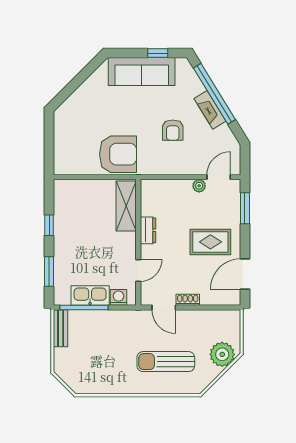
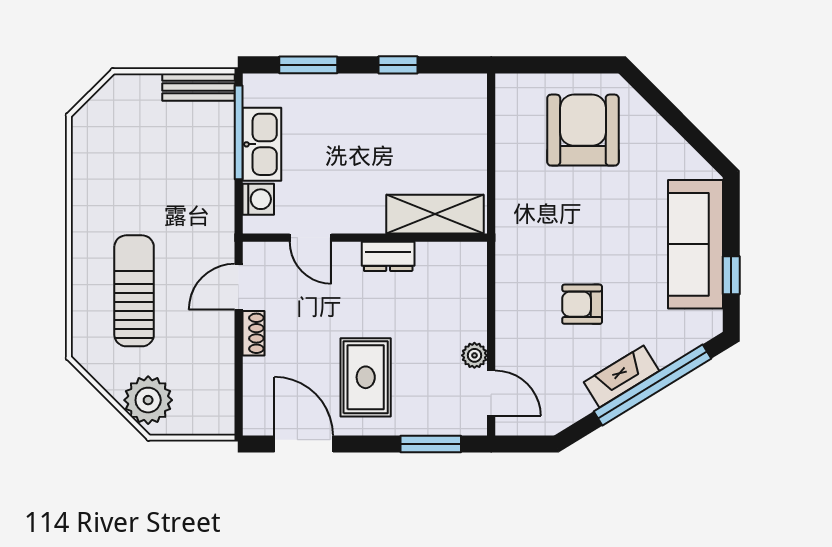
armchair: (118, 154) -> (583, 130), moved, turned 180

